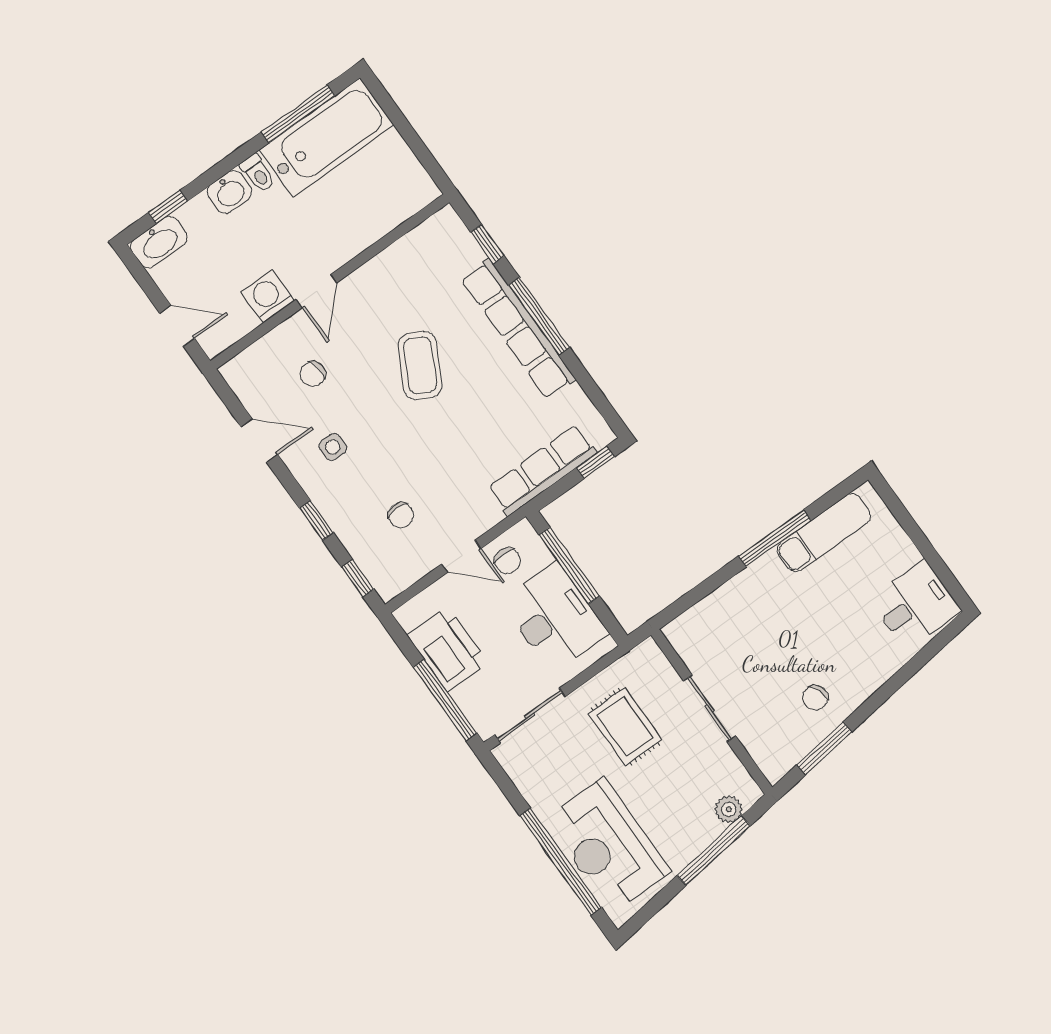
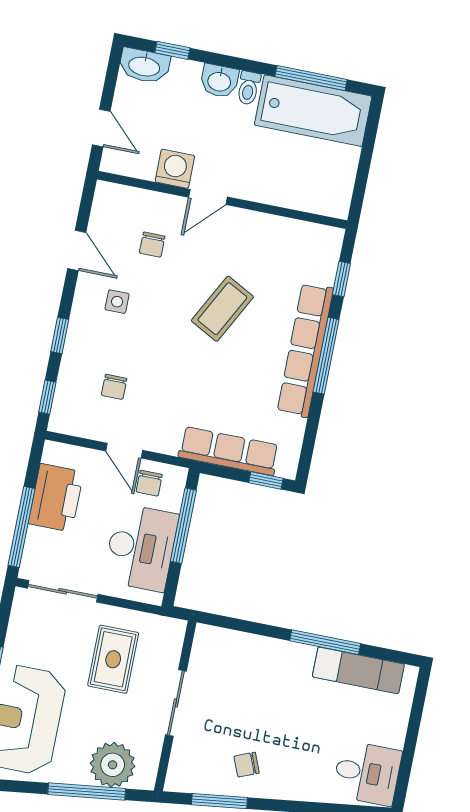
chair: (313, 374) -> (152, 245), turned -81
plant: (729, 809) -> (113, 765), width x1.87, depth x1.87

